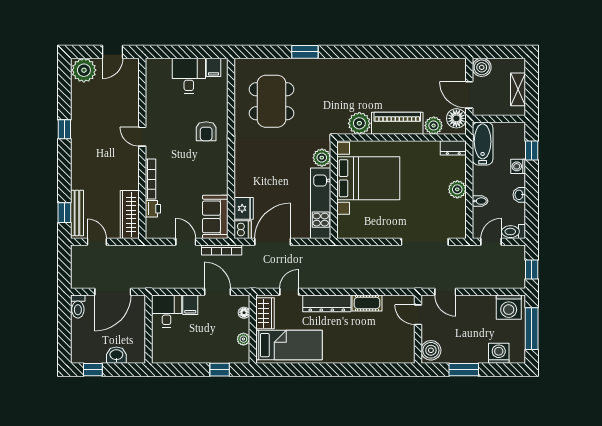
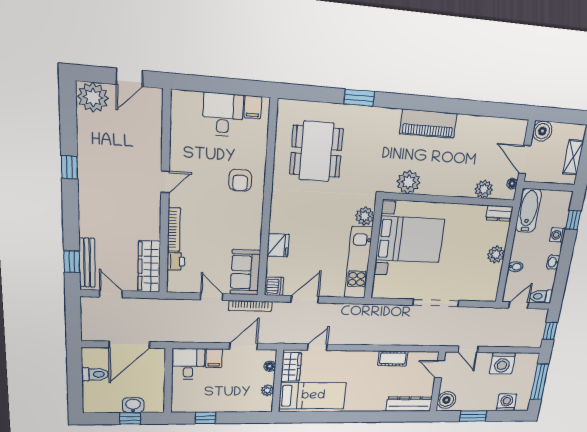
floor lamp: (456, 118) -> (512, 184), width x0.53, depth x0.53
piano: (397, 123) -> (428, 124), moved, turned 180
door: (142, 137) -> (165, 182), swing flipped
fridge: (244, 208) -> (278, 245), moved
door: (273, 242) -> (305, 299), width x0.73
doorway: (425, 242) -> (436, 303), moved
door: (218, 292) -> (243, 346), hinge flipped
dresser: (327, 303) -> (409, 404), moved, turned 180
toilet: (78, 306) -> (95, 374), moved, turned -90
washing machine: (509, 307) -> (502, 363), moved
window: (93, 370) -> (130, 418), moved
window: (220, 370) -> (205, 418), moved

